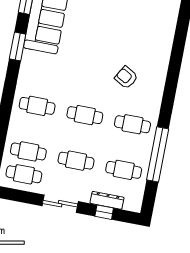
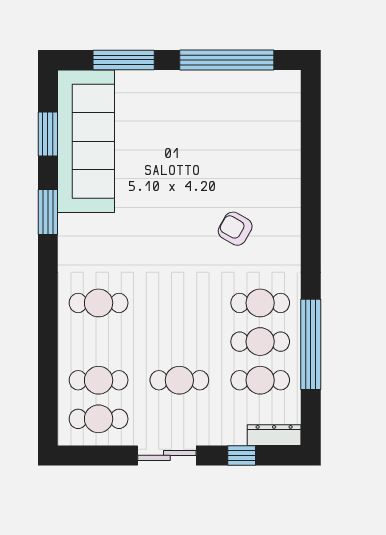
cafe table: (85, 115) -> (260, 342), moved
dresser: (107, 200) -> (274, 435), moved

